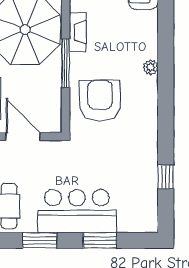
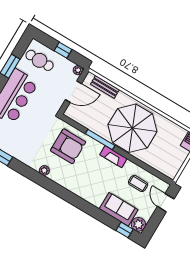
plant: (151, 67) -> (44, 170), moved

